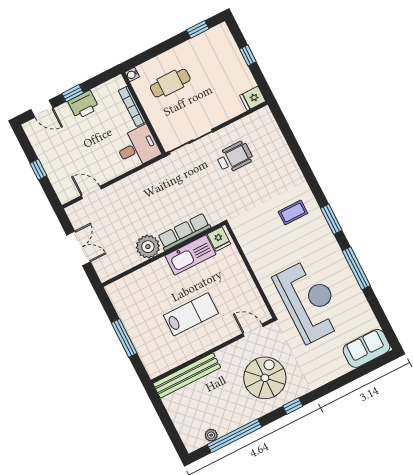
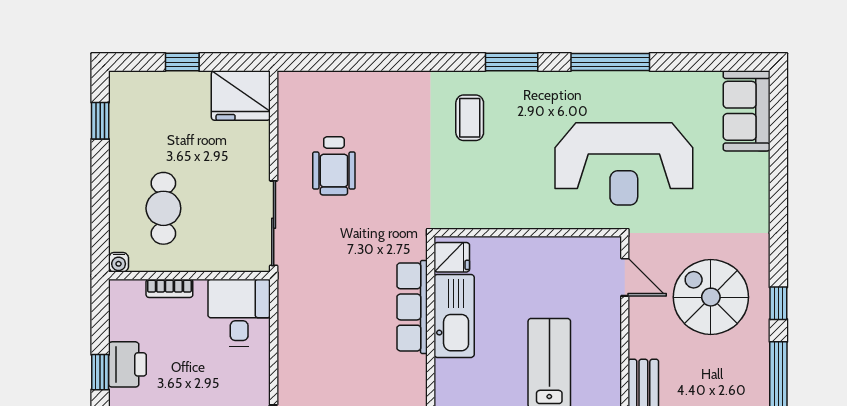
fridge: (253, 98) -> (241, 95), width x1.88, depth x1.34
bookcase: (132, 106) -> (169, 288), width x0.64
wheelchair: (235, 157) -> (334, 166), turned 180
plant: (148, 247) -> (406, 377), removed
reception desk: (309, 301) -> (624, 164), turned 180
door: (253, 330) -> (625, 277), swing flipped
window: (293, 406) -> (778, 303), moved

